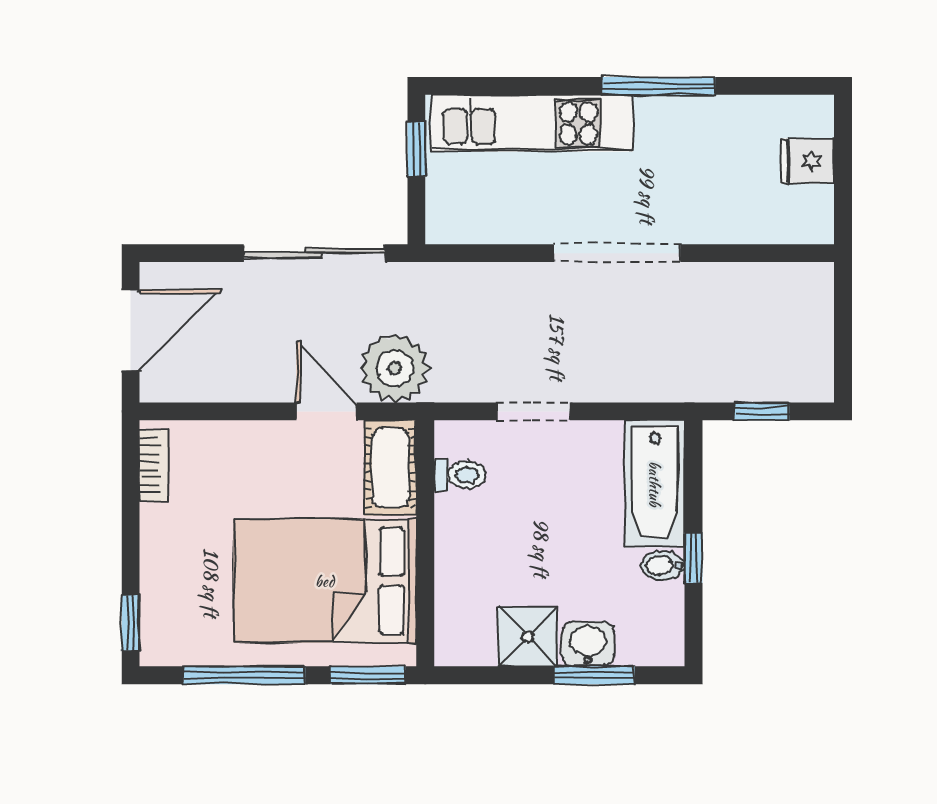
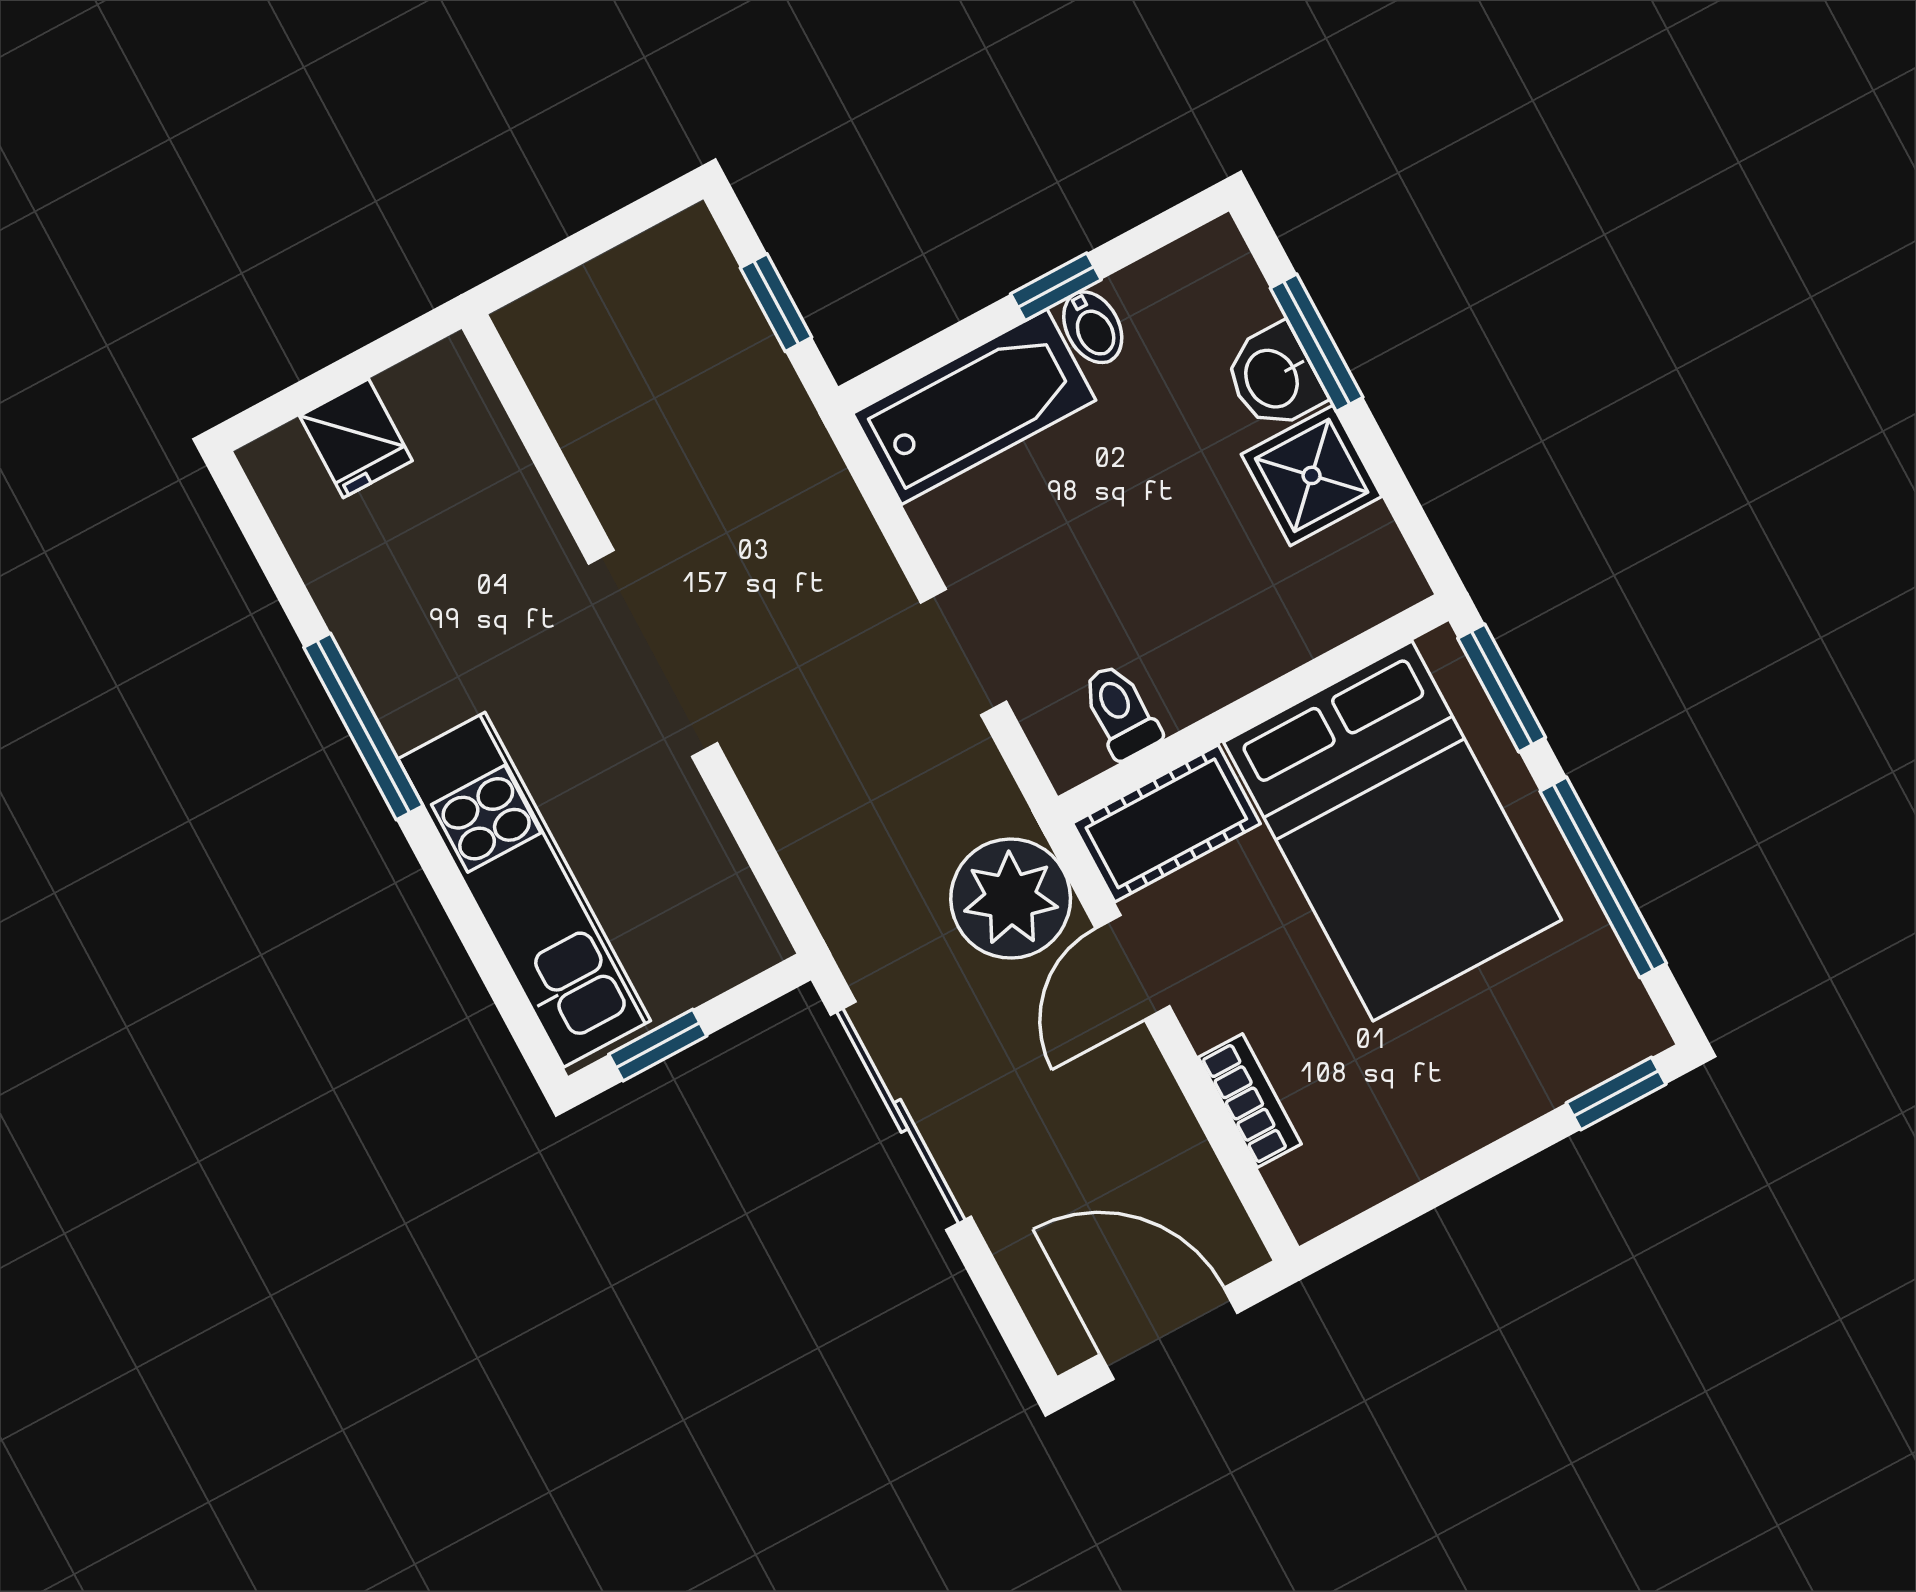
bookcase: (154, 465) -> (1250, 1101), moved, turned 90

